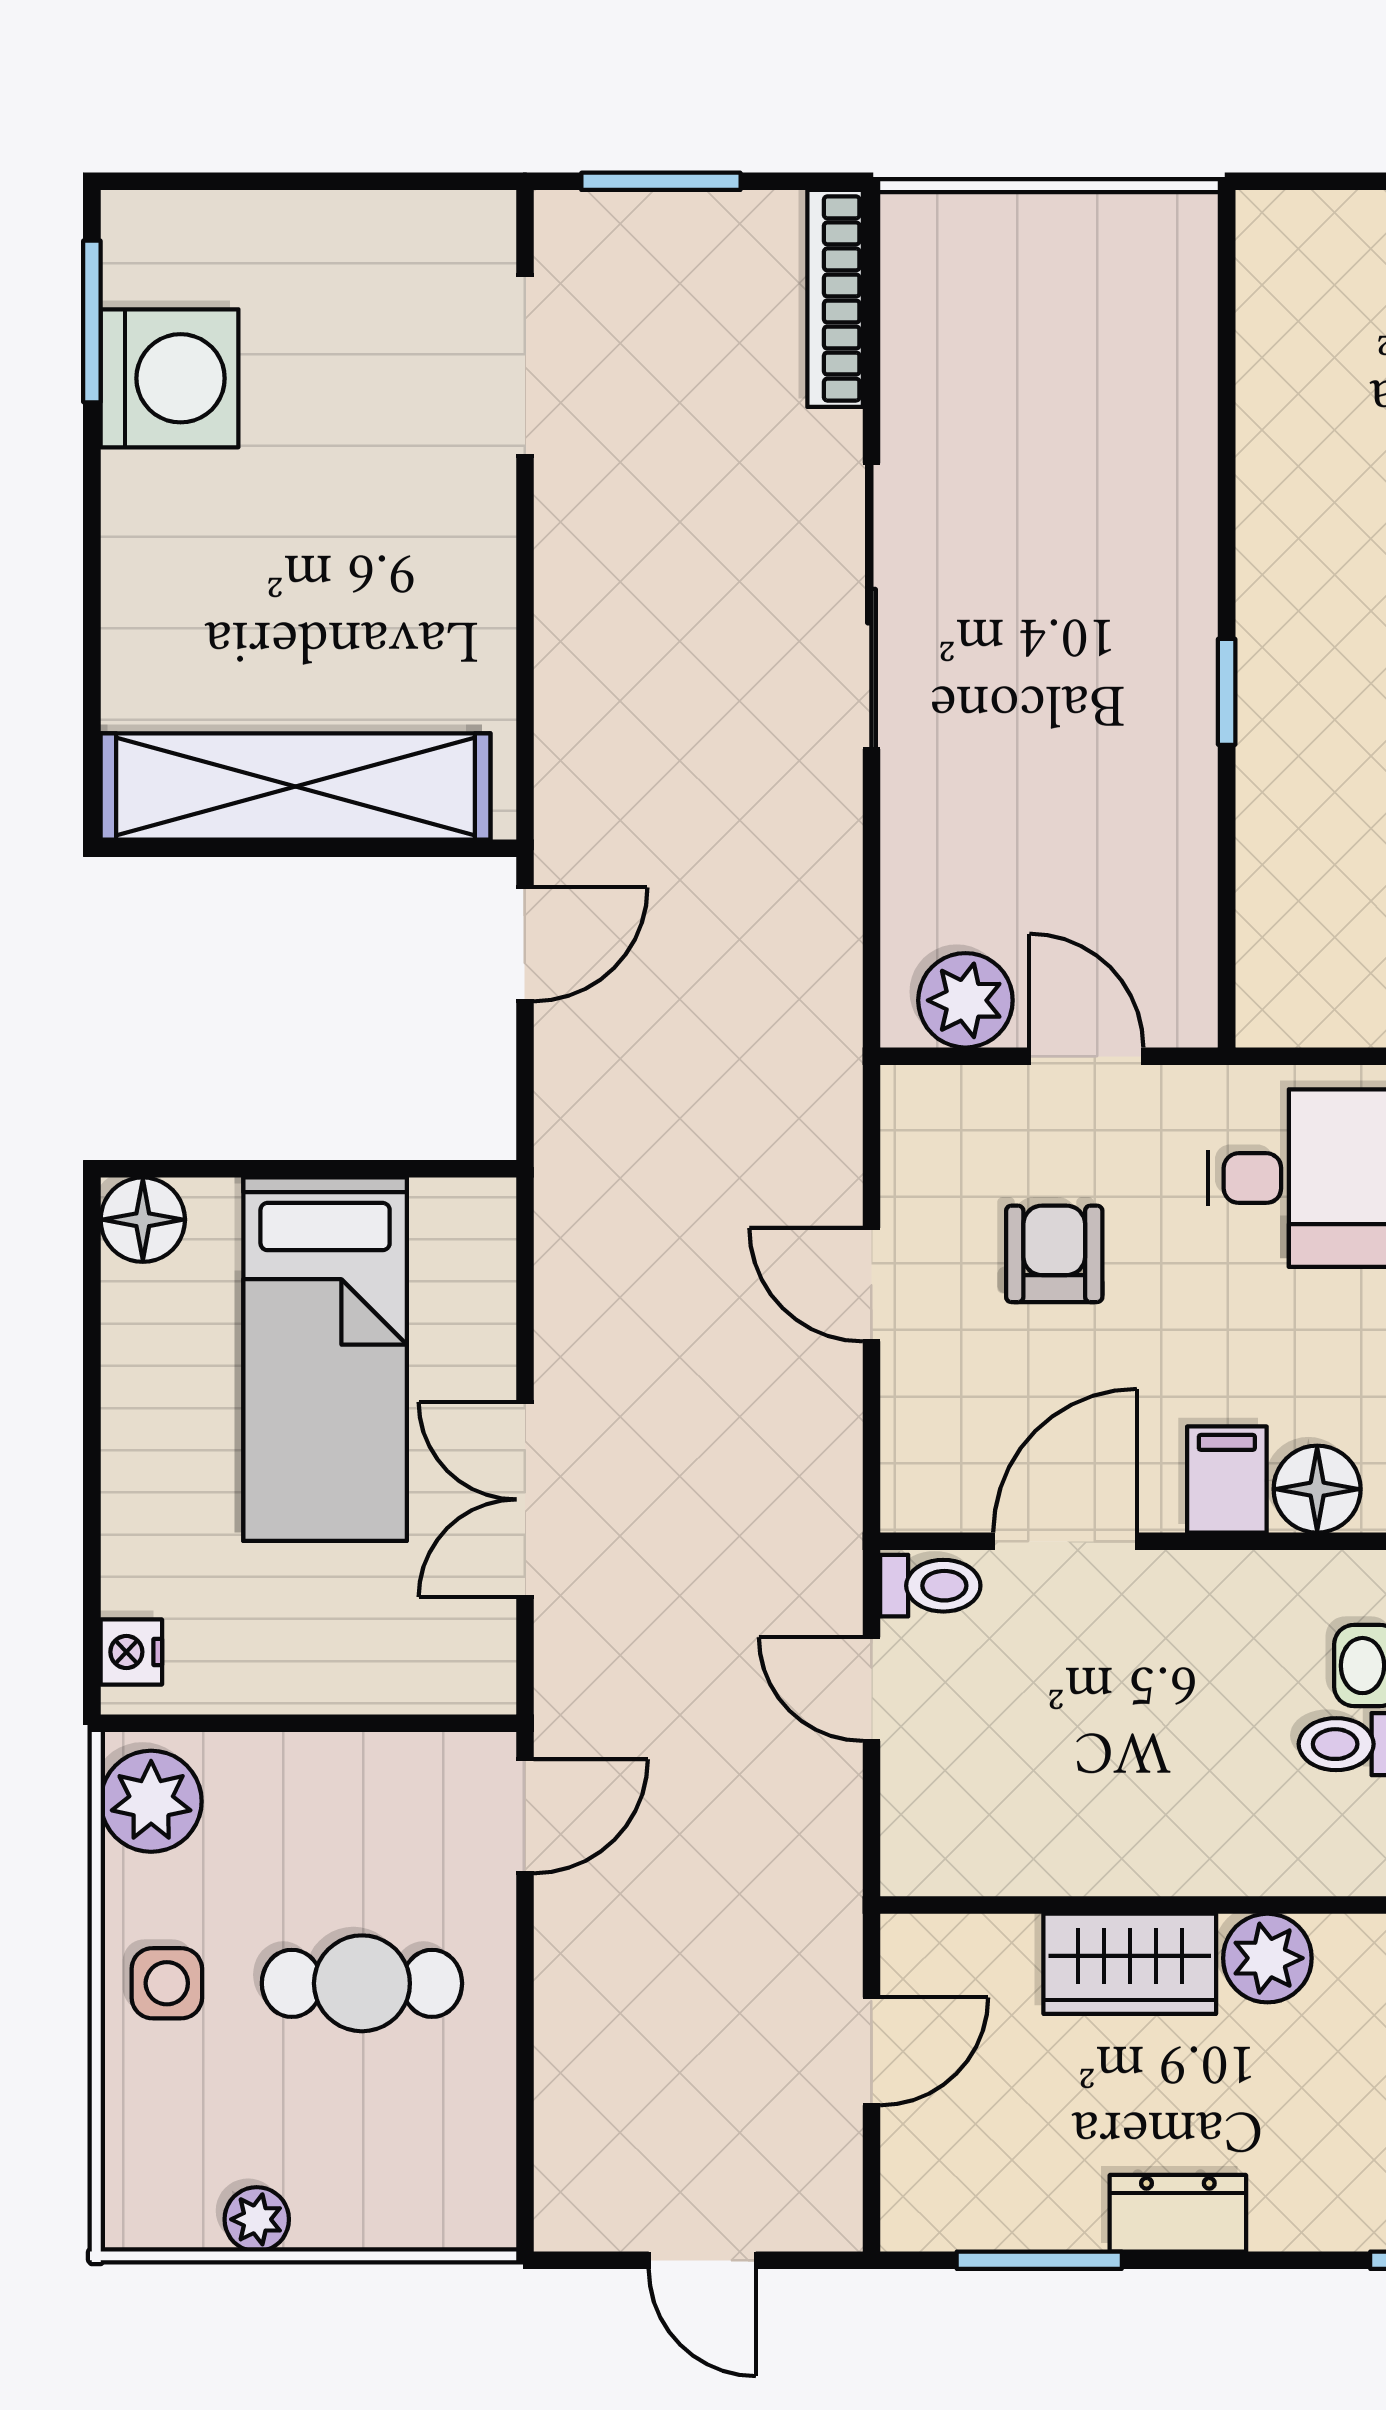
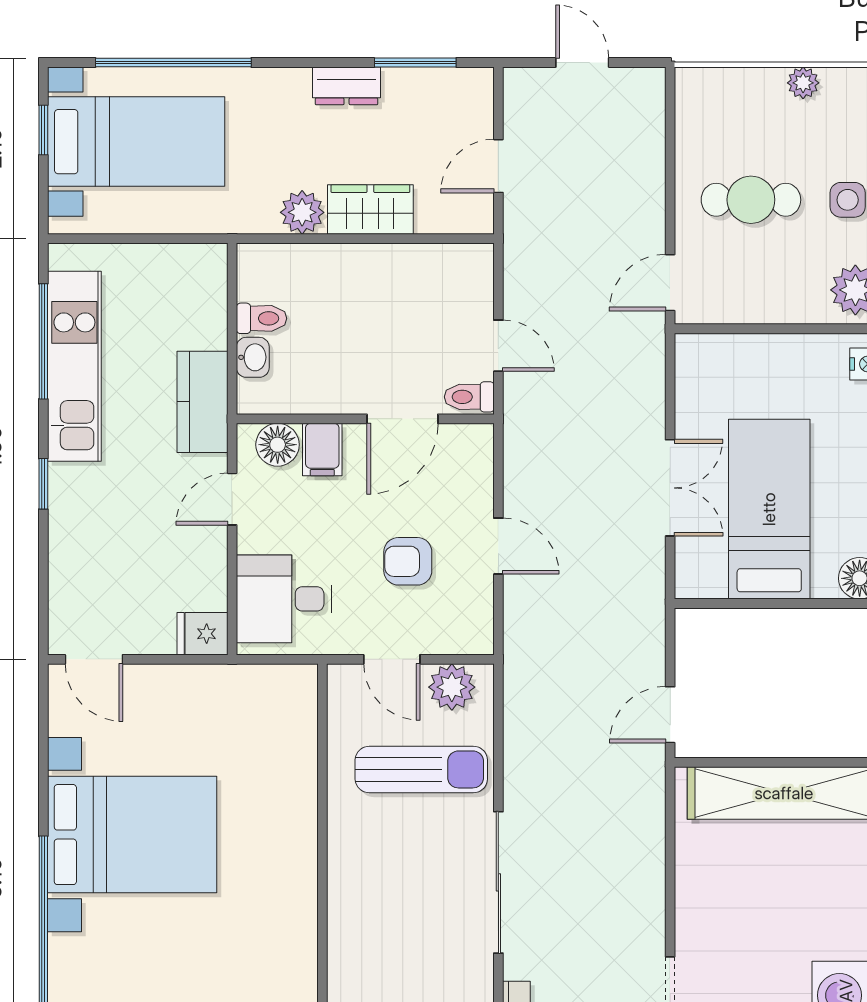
window: (1227, 692) -> (322, 840), removed
sun lounger: (1027, 834) -> (421, 769), added
armchair: (1054, 1254) -> (408, 561), turned 90
double door: (525, 1499) -> (670, 488), moved

